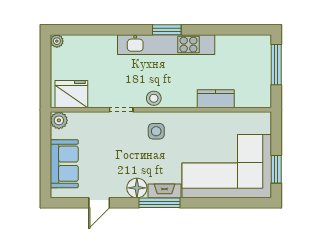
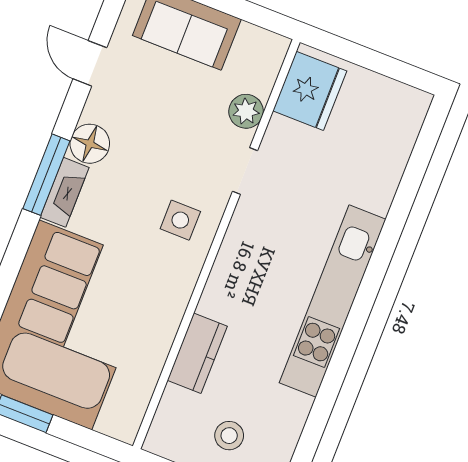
window: (167, 30) -> (360, 313), removed
plant: (57, 41) -> (418, 102), removed
stool: (154, 98) -> (229, 436), moved
plant: (59, 120) -> (246, 111), moved

